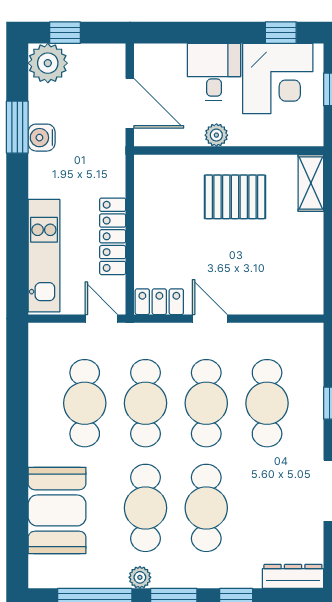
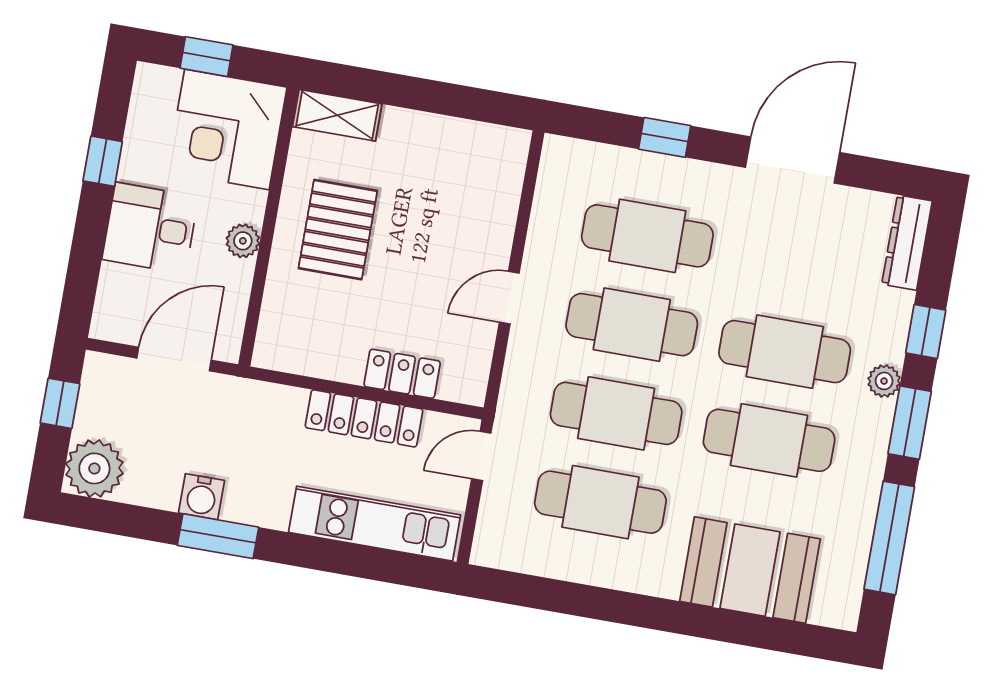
window: (65, 33) -> (60, 403), moved
window: (281, 33) -> (103, 161), moved
corner desk: (278, 79) -> (227, 129), moved, turned 180
window: (17, 127) -> (218, 536), moved
locker: (159, 302) -> (402, 374), moved, turned 90
plant: (140, 577) -> (884, 381), moved

